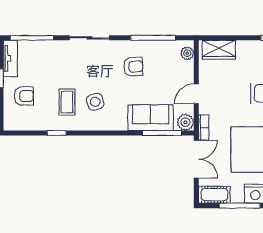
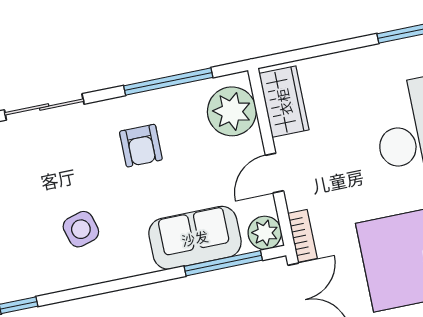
wardrobe: (219, 50) -> (284, 102), moved, turned -90
plant: (187, 53) -> (232, 111), width x1.88, depth x1.88
armchair: (133, 67) -> (141, 146), turned 93
coffee table: (67, 102) -> (26, 241), removed

